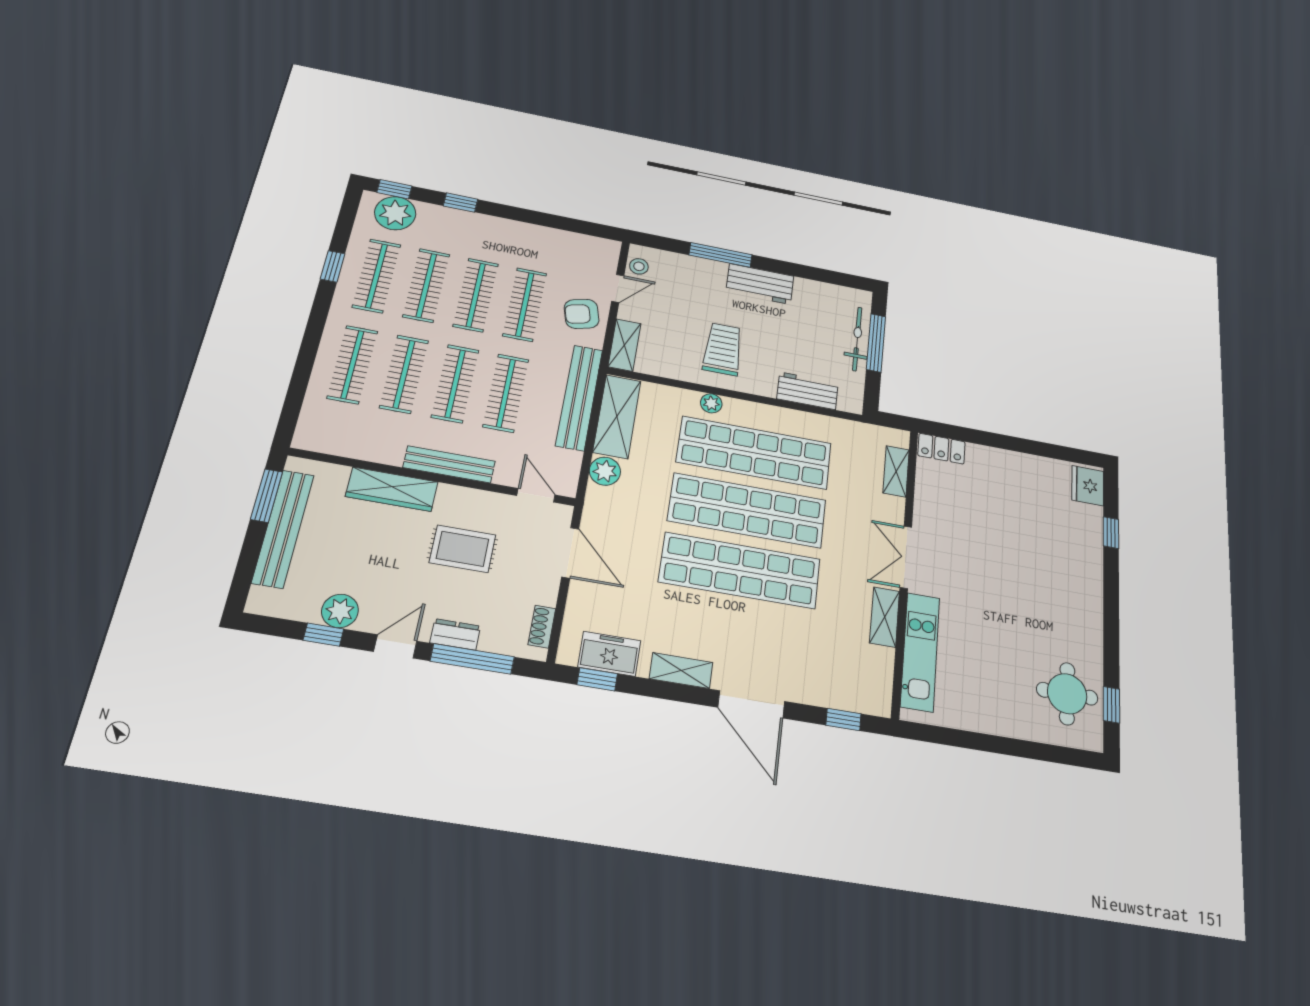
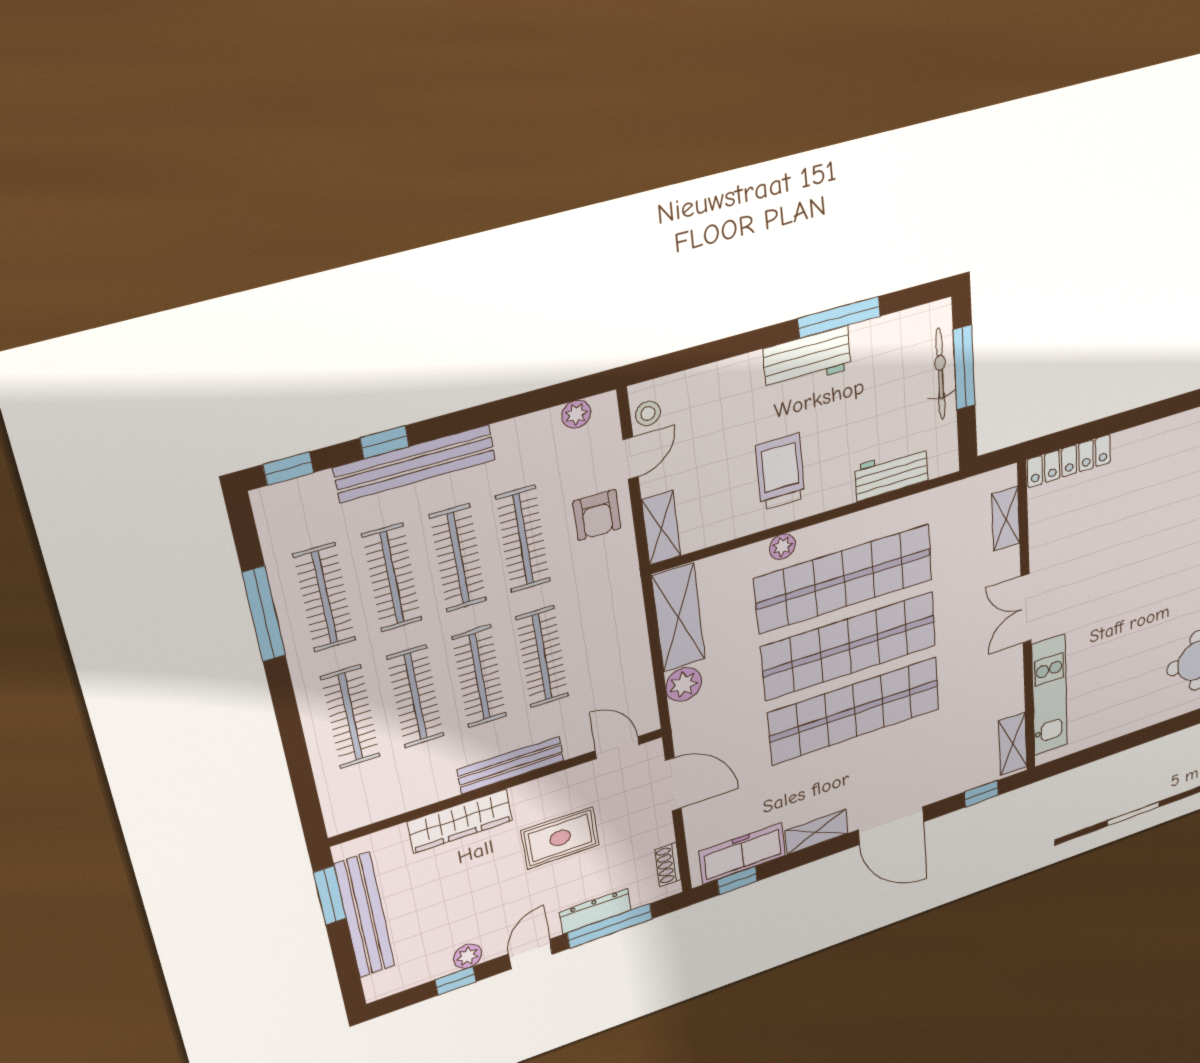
plant: (395, 213) -> (576, 414), moved, width x0.53, depth x0.53
window: (720, 255) -> (839, 317), moved
window: (333, 266) -> (264, 614), width x2.17
armchair: (582, 314) -> (597, 515), turned -75
bench: (579, 397) -> (415, 464), moved, turned 90
locker: (941, 449) -> (1069, 461), width x1.53
plant: (340, 611) -> (468, 956), width x0.73, depth x0.73
shelving: (885, 617) -> (1013, 744), moved
dresser: (455, 634) -> (595, 911), width x1.44
freezer: (609, 654) -> (742, 853), width x1.40

